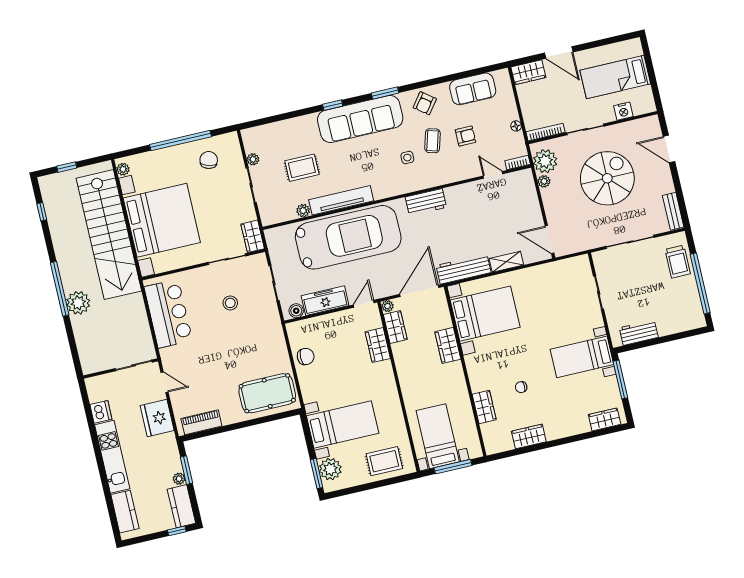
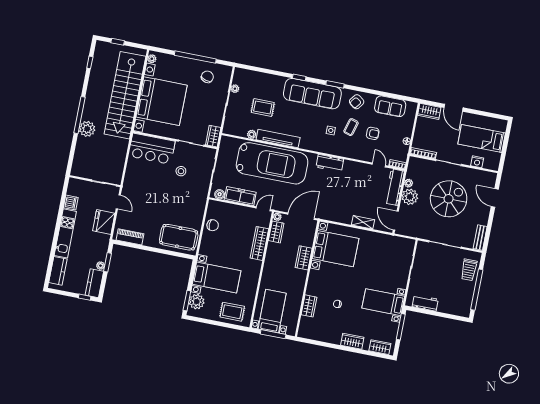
plant: (545, 161) -> (410, 197), moved
workbench: (464, 269) -> (395, 187), moved, turned -90
bar counter: (168, 314) -> (152, 149), moved, turned 90
wardrobe: (378, 345) -> (259, 243), width x1.50
wardrobe: (529, 436) -> (352, 341), moved

